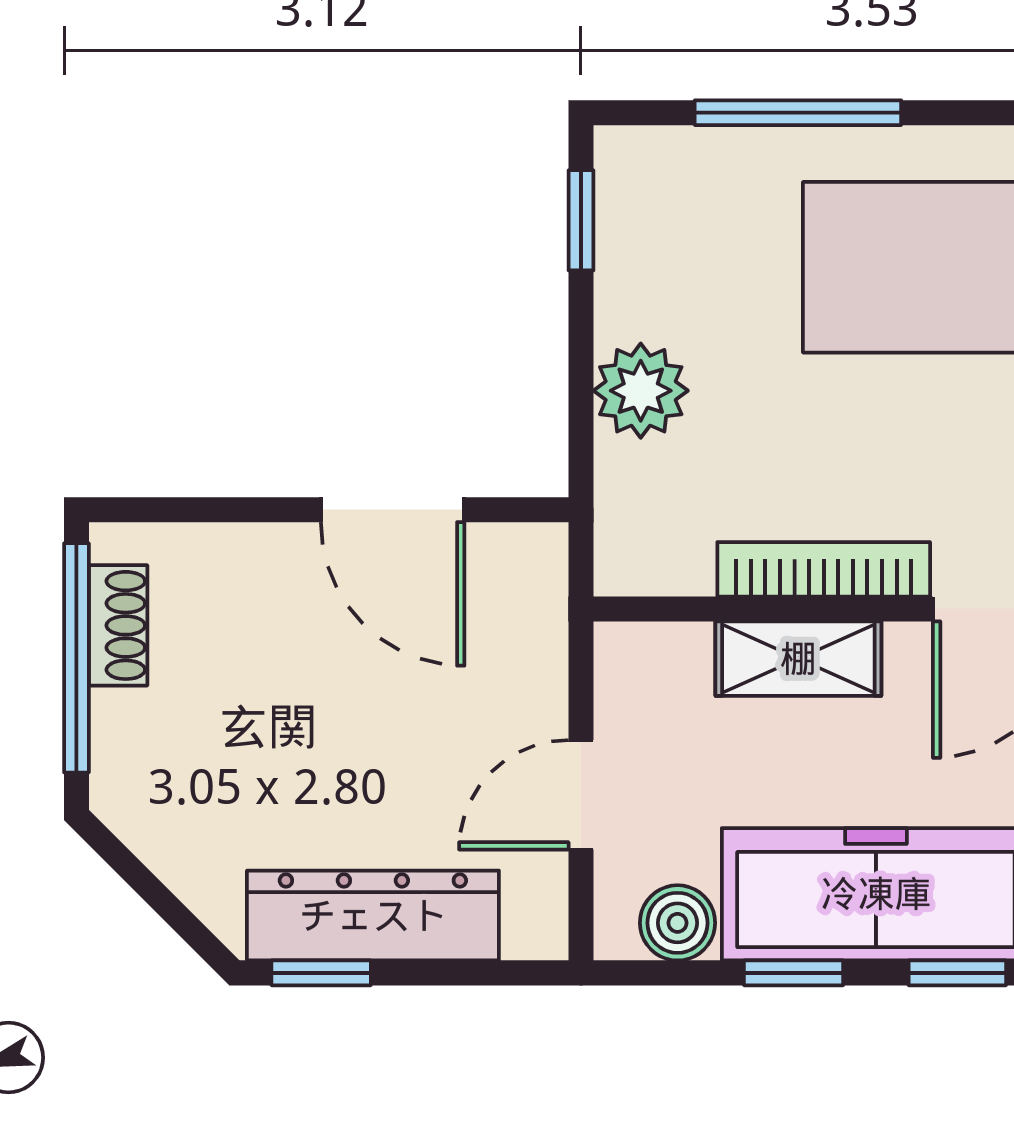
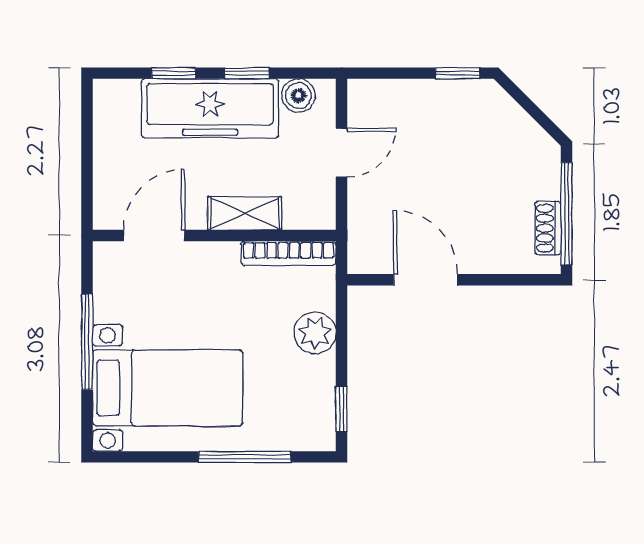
bookcase: (824, 569) -> (289, 253), moved
dresser: (373, 916) -> (434, 99), removed

